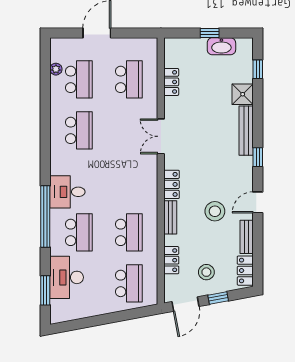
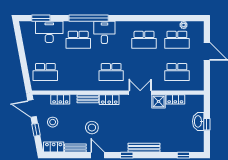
washbasin: (221, 46) -> (198, 121), moved
shower: (243, 94) -> (159, 101), moved
school desk: (129, 232) -> (111, 72), moved

